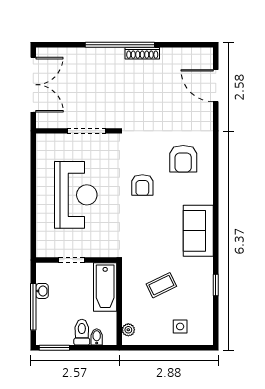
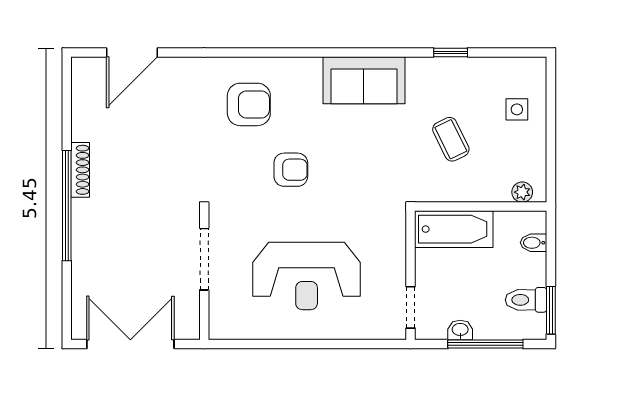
reception desk: (76, 195) -> (307, 276), turned 180
doorway: (71, 260) -> (411, 307), moved
toilet: (82, 332) -> (526, 300), moved

